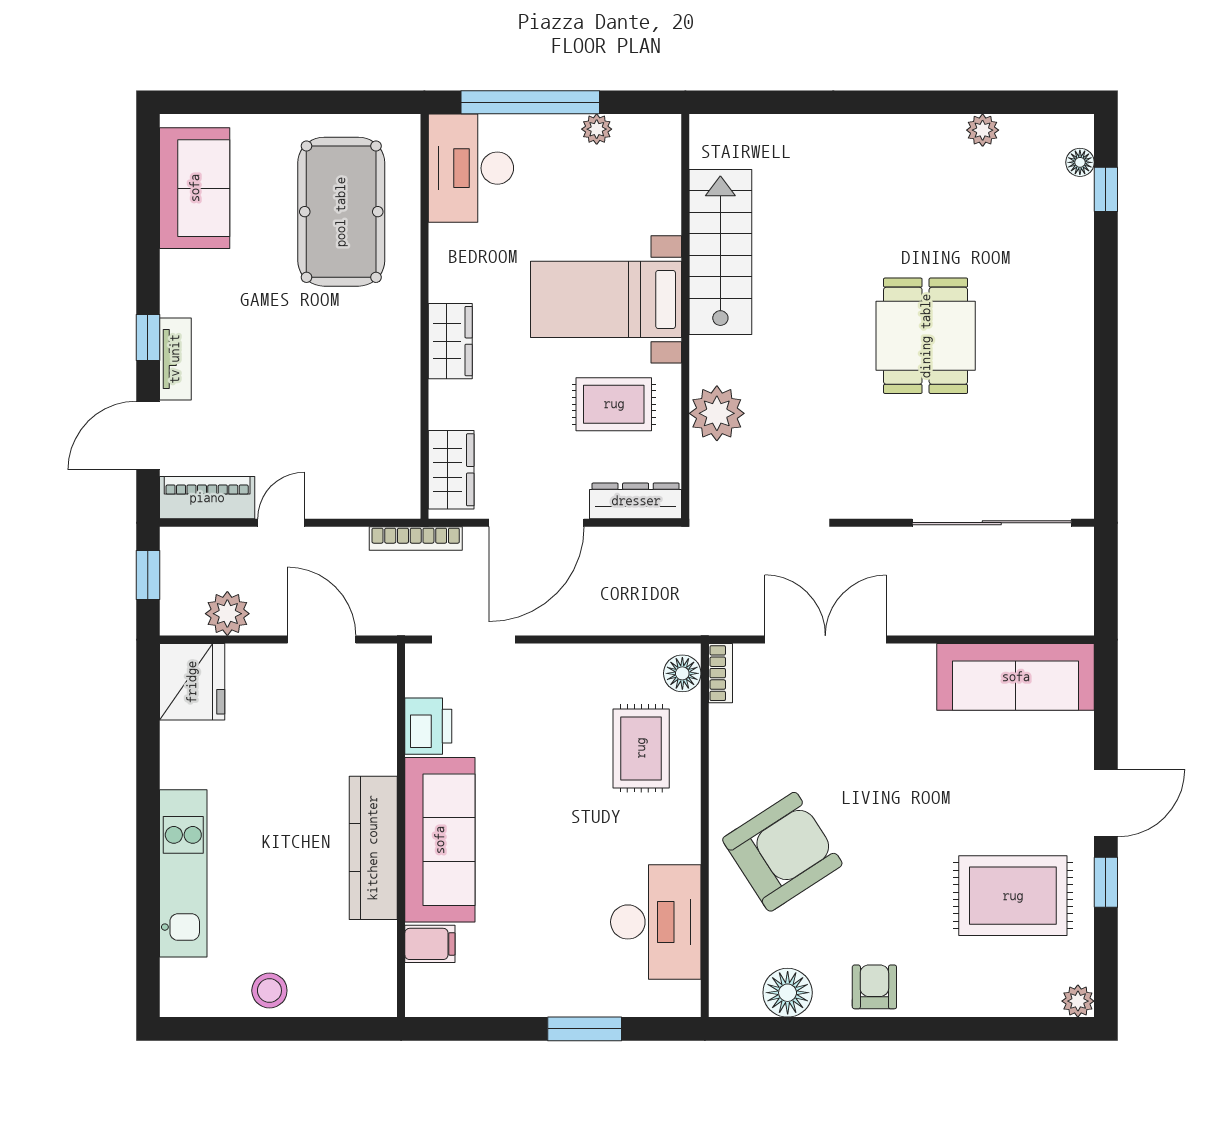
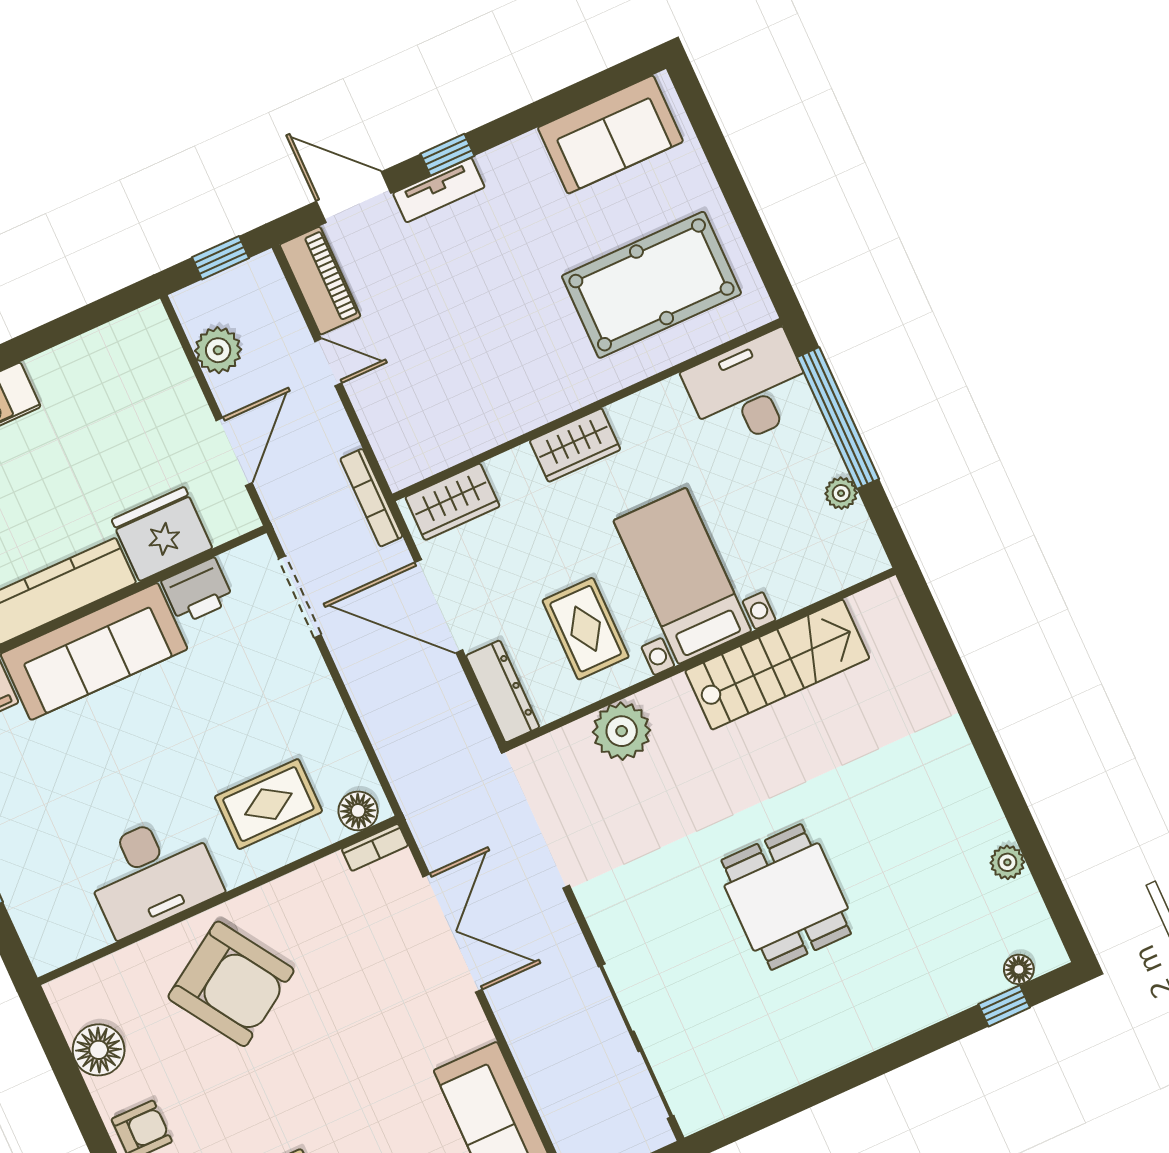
dining table: (926, 336) -> (786, 897), turned 90
fridge: (192, 682) -> (162, 534), moved, turned 180
desk: (656, 922) -> (152, 874), moved

